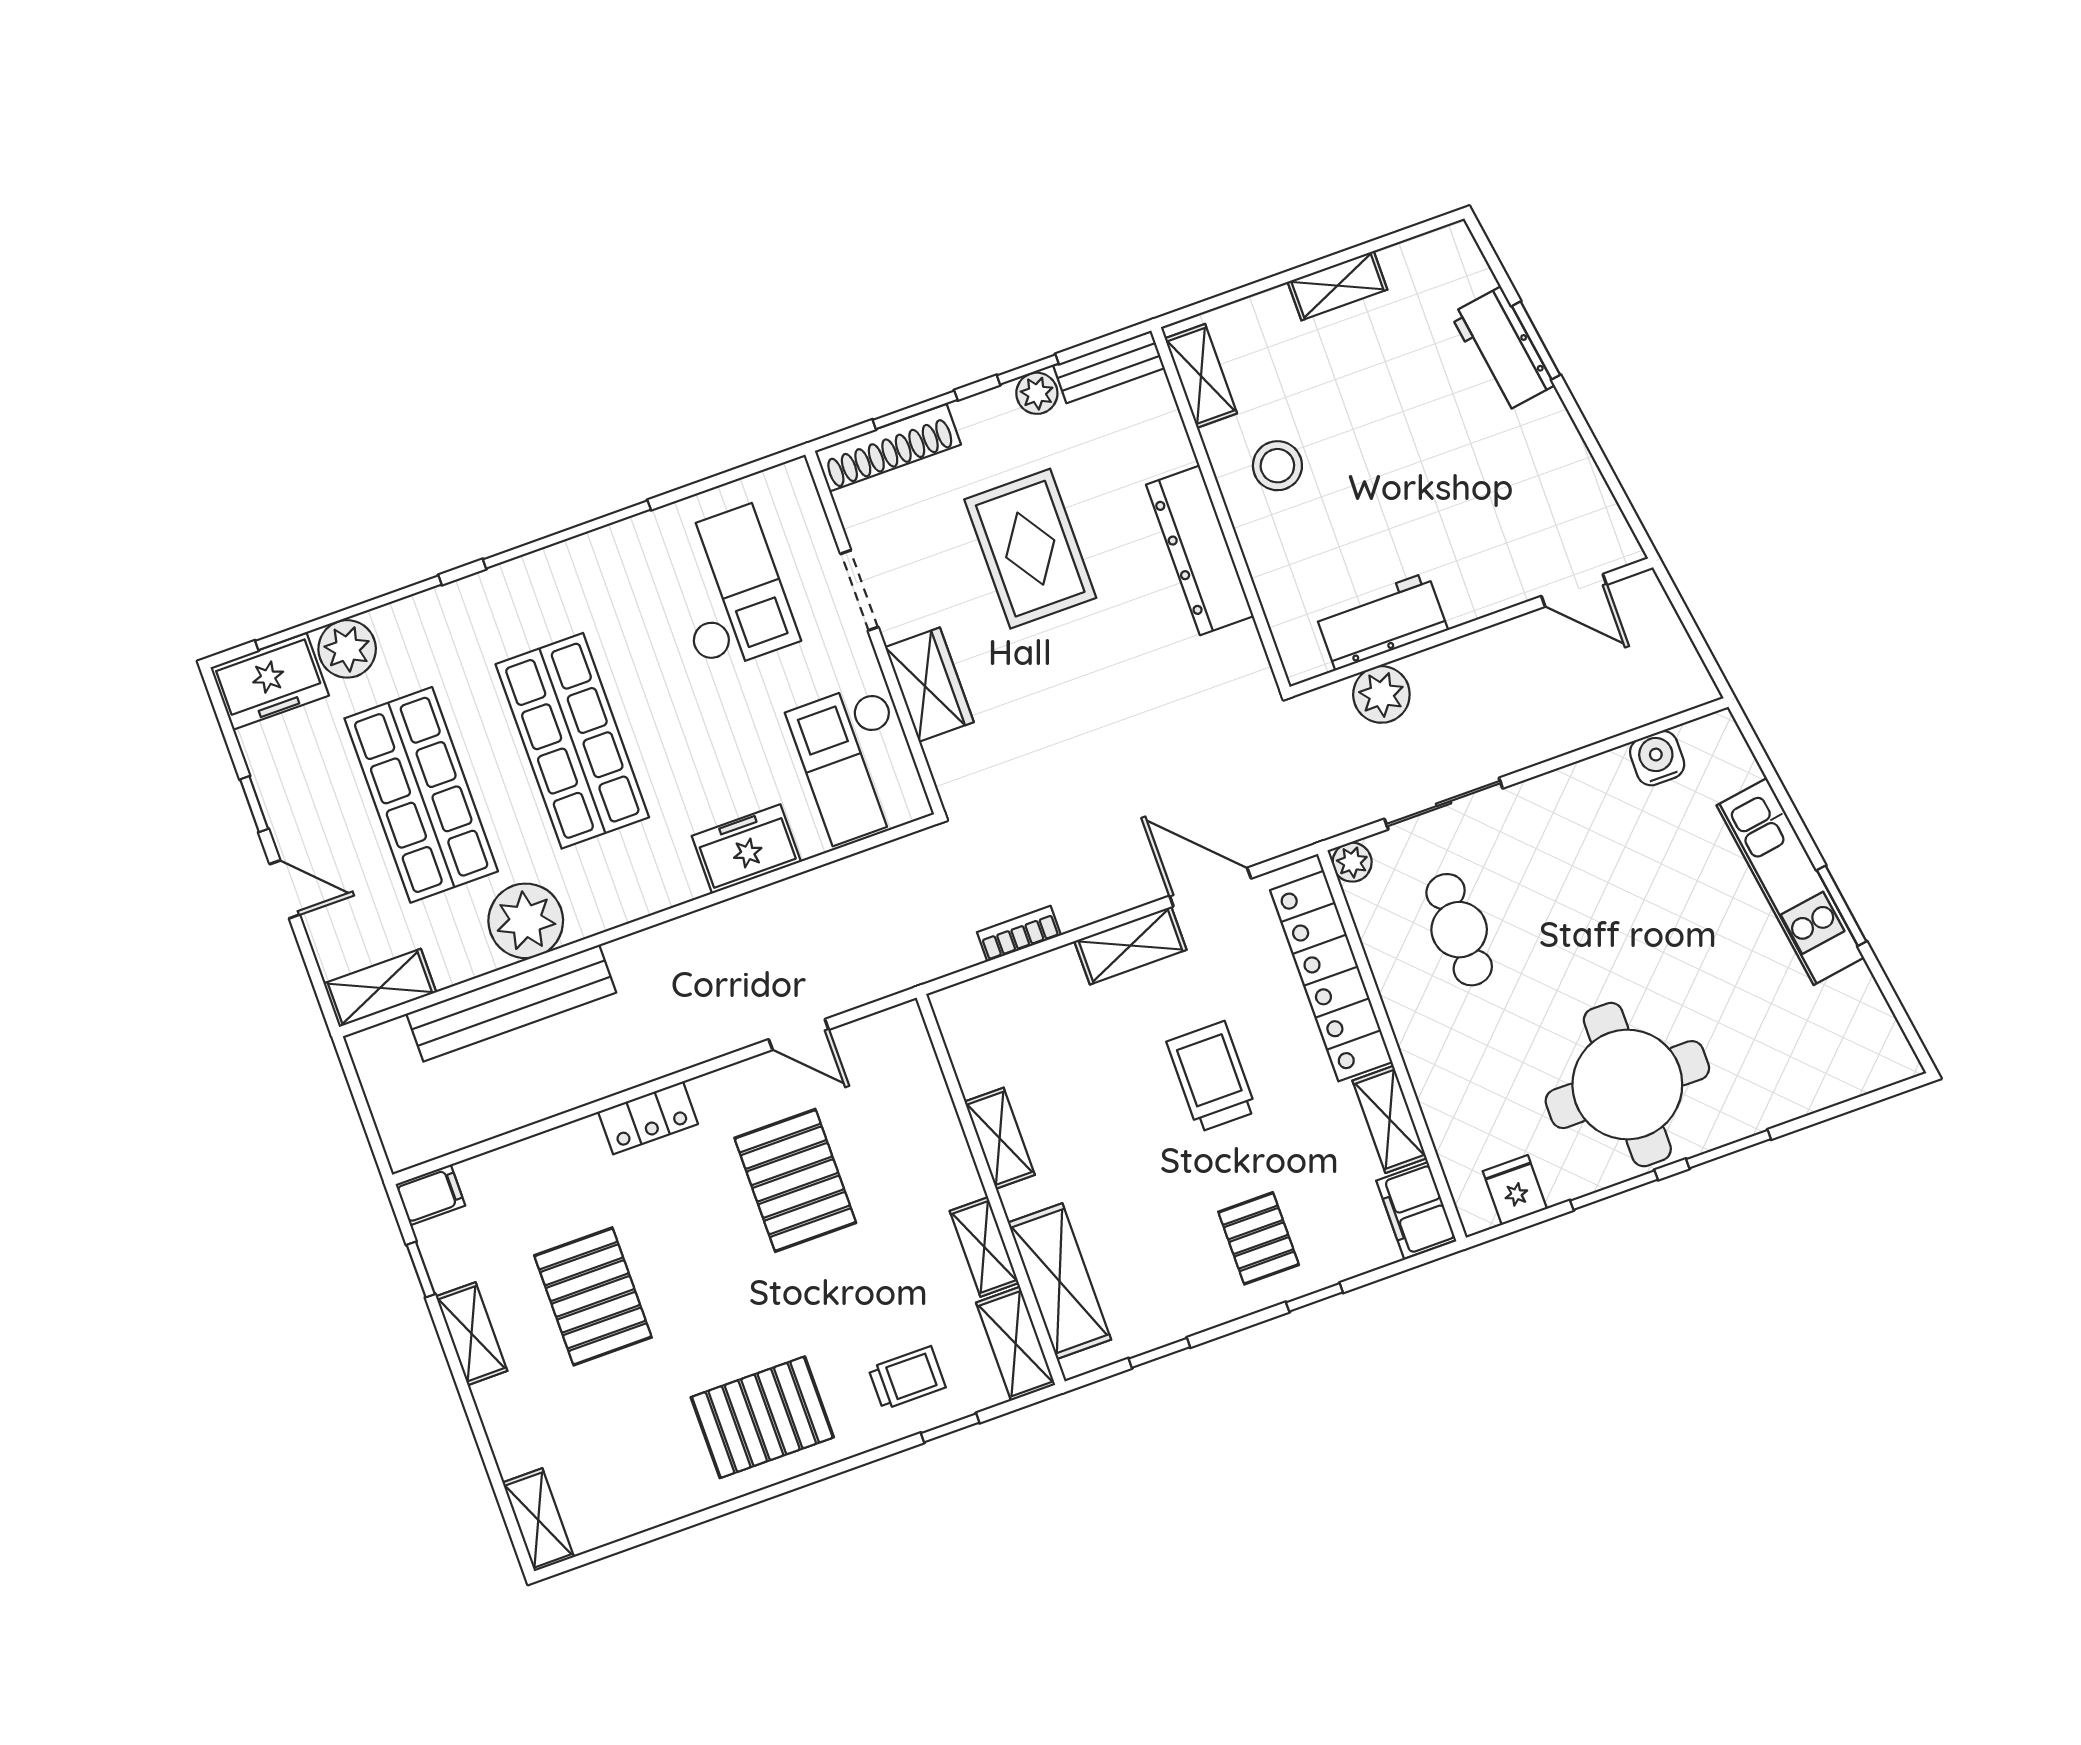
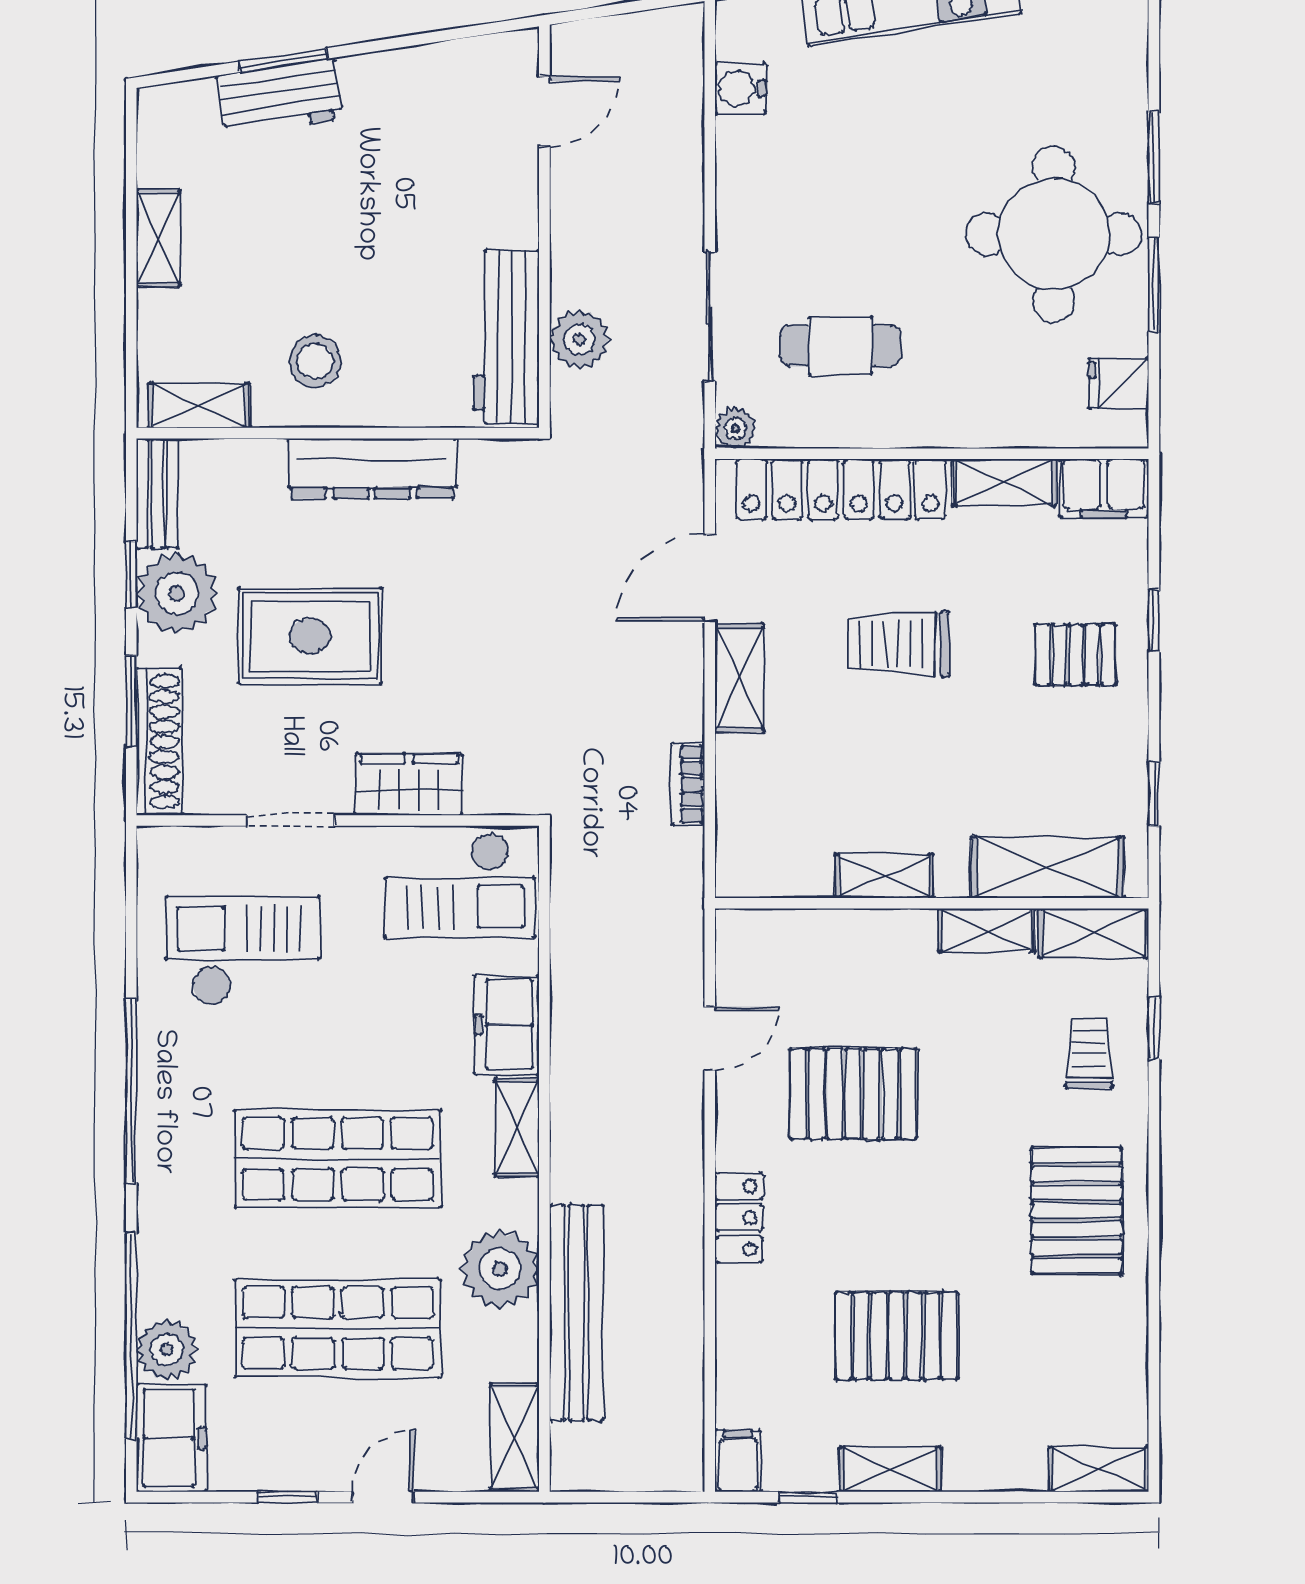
plant: (1037, 393) -> (177, 593), width x1.88, depth x1.88
workbench: (1381, 621) -> (507, 337), width x1.38
shelving: (658, 891) -> (517, 1128), added

